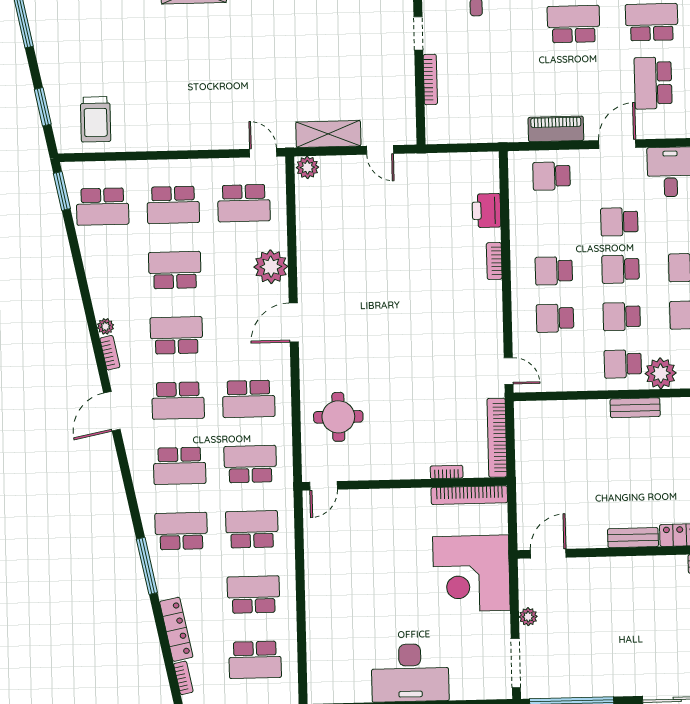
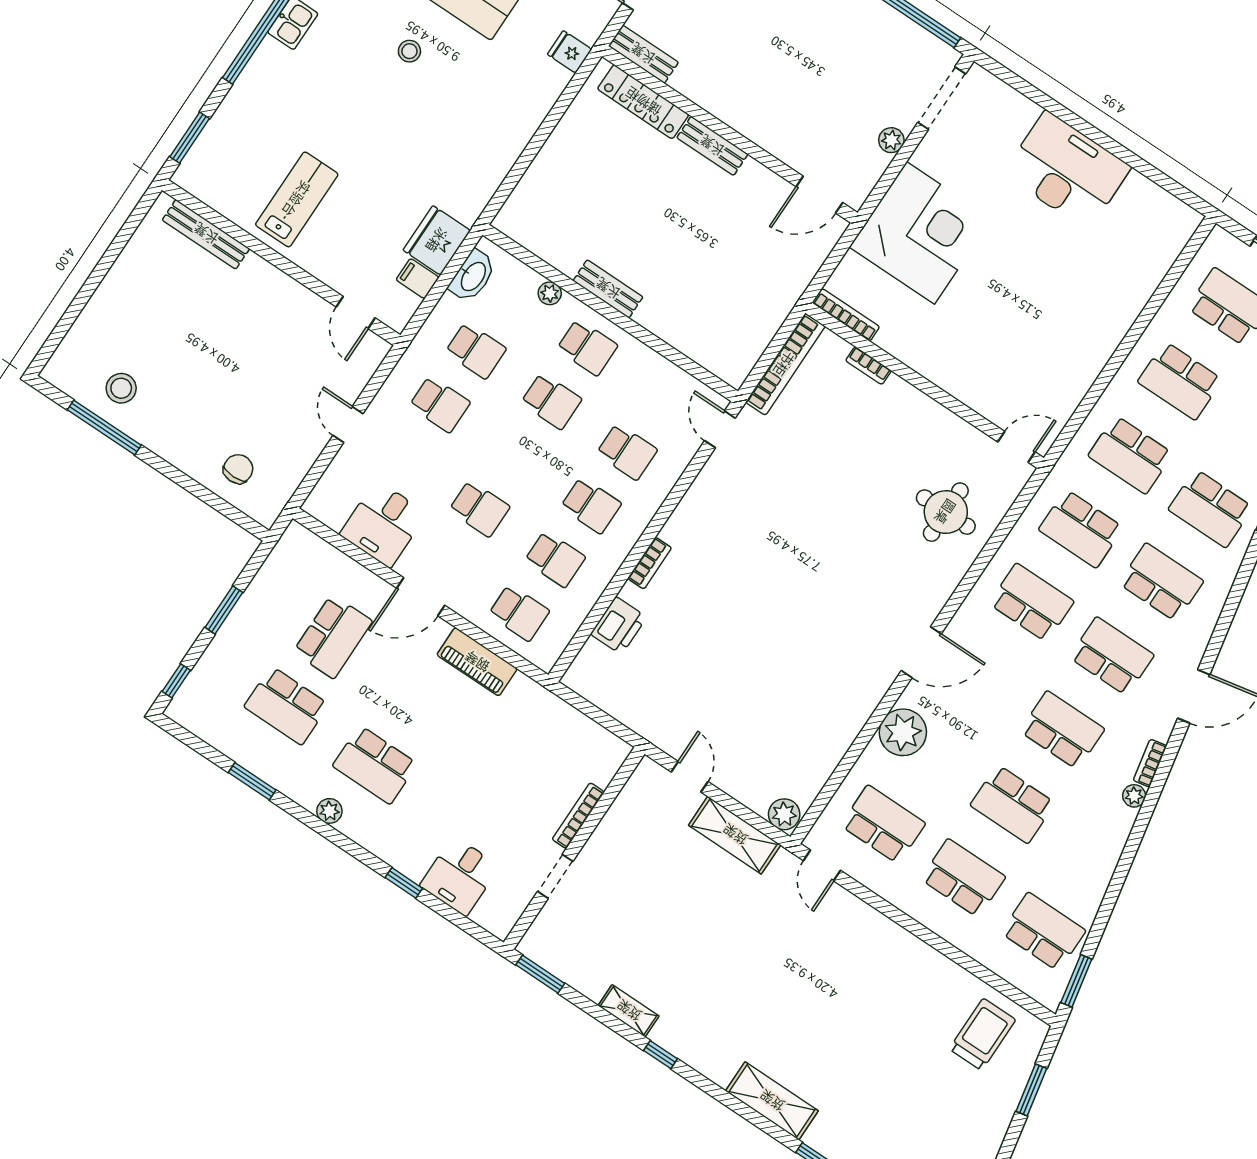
school desk: (621, 269) -> (555, 559), moved
school desk: (176, 335) -> (1062, 730), turned 180
plant: (661, 373) -> (550, 293), width x0.53, depth x0.53
bookcase: (469, 495) -> (846, 315), width x0.68, depth x0.76

